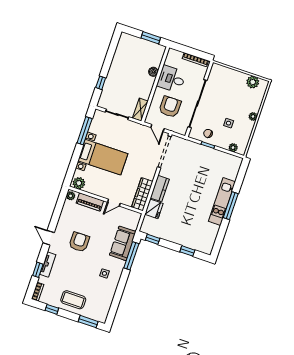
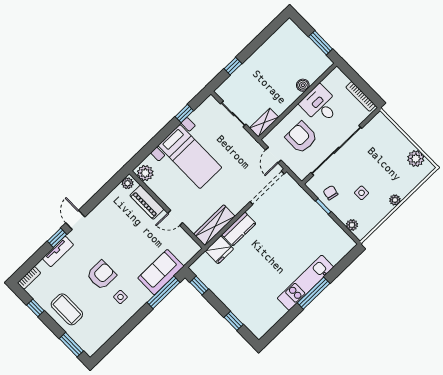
armchair: (170, 107) -> (301, 137), turned -90
window: (85, 131) -> (184, 114), width x0.46
armchair: (79, 242) -> (101, 275), moved
window: (38, 270) -> (57, 238), moved

